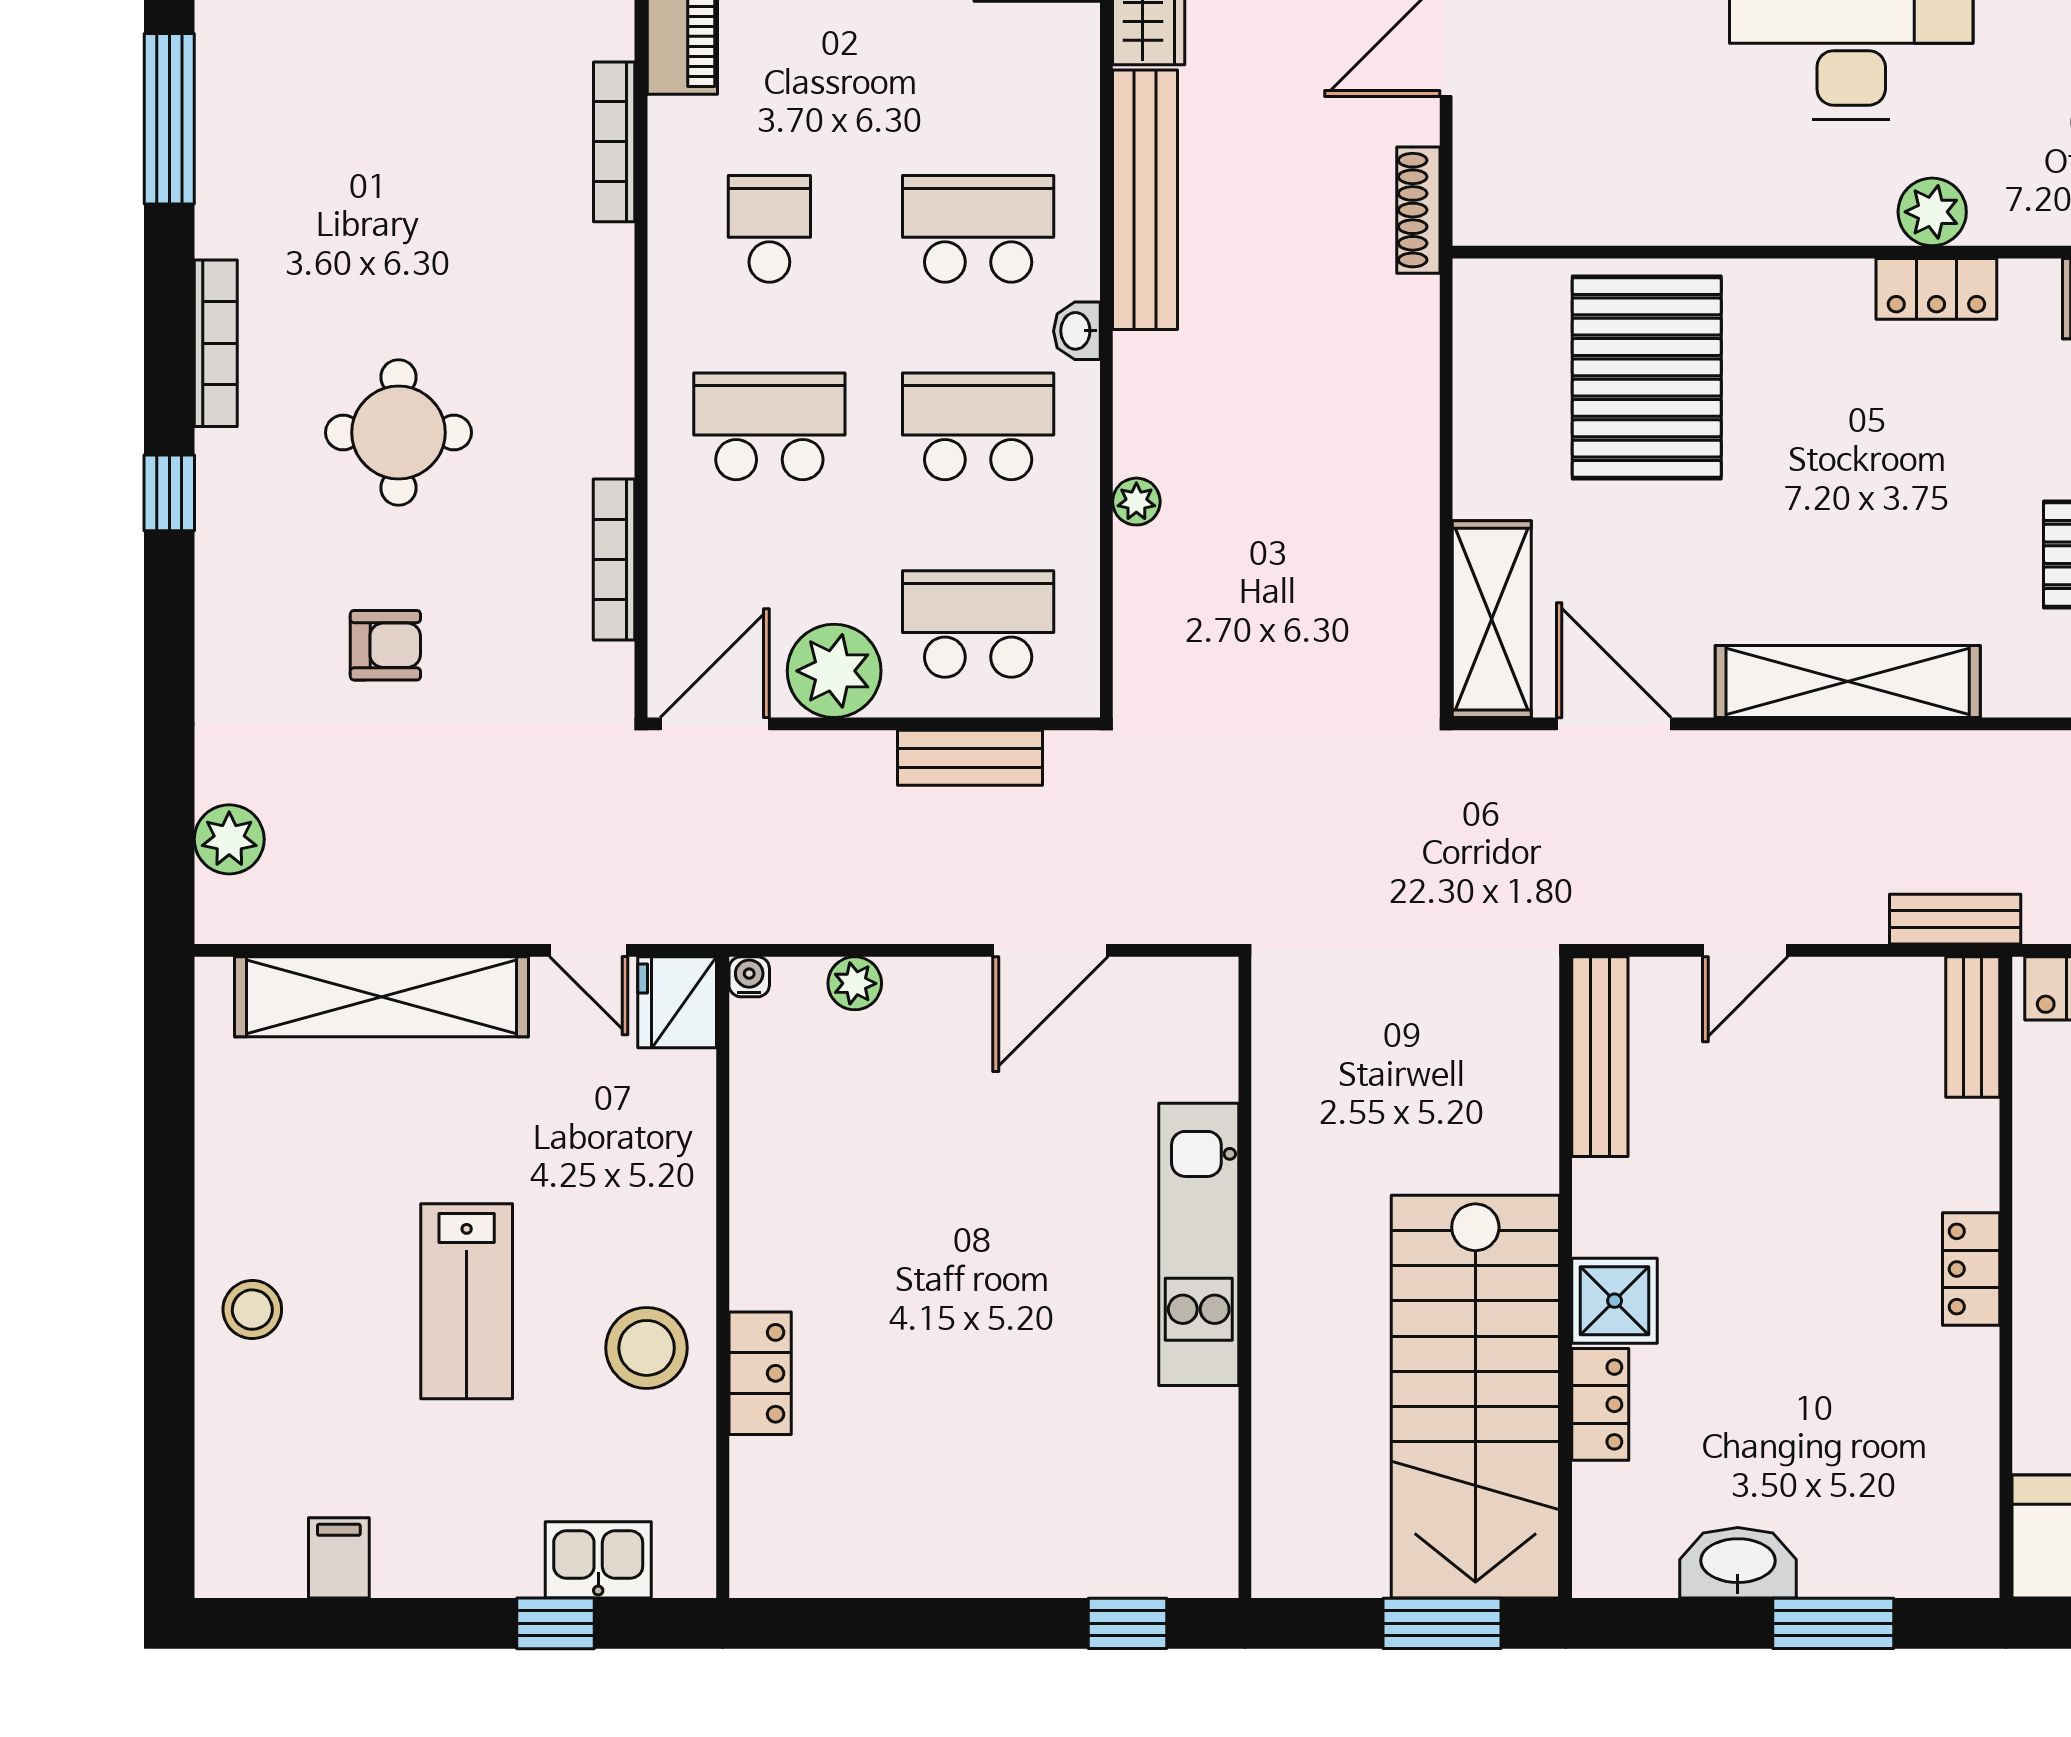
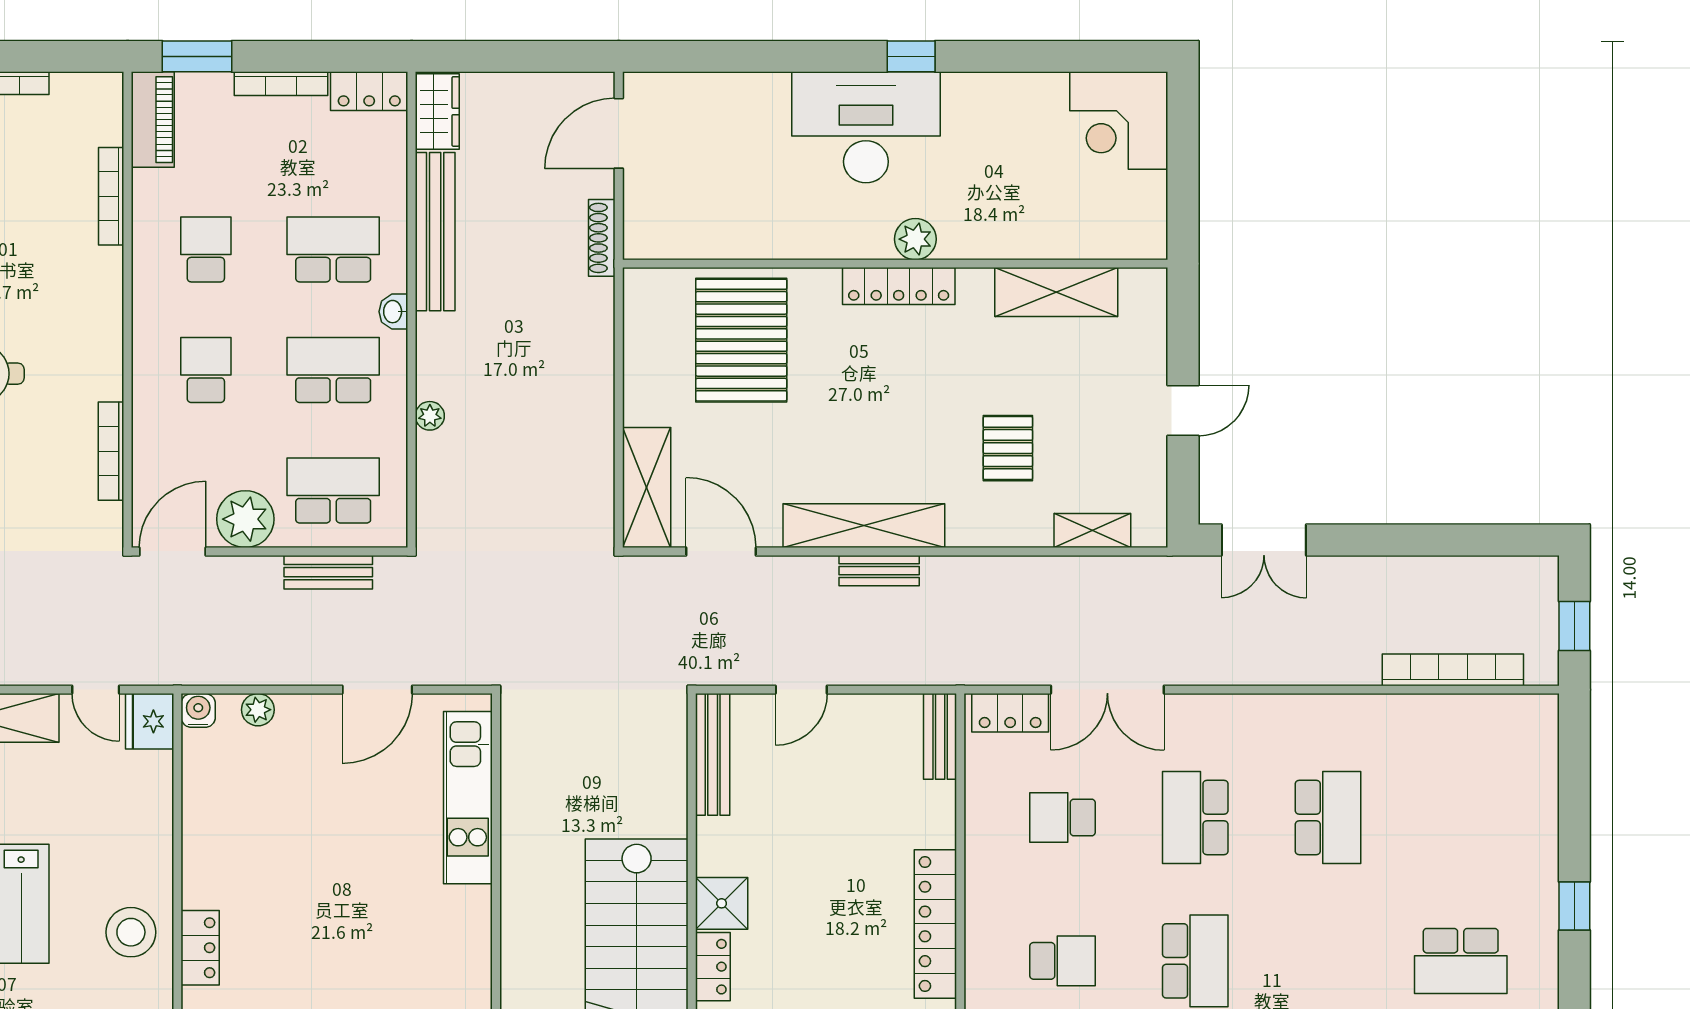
locker: (1936, 289) -> (899, 286), width x1.53
school desk: (769, 426) -> (206, 370), width x0.54
bench: (1955, 919) -> (879, 571), moved
water cooler: (749, 977) -> (198, 710), width x1.38, depth x1.38
kitchen unit: (1199, 1244) -> (468, 798), moved
locker: (1971, 1269) -> (935, 924), width x2.16, depth x1.21

